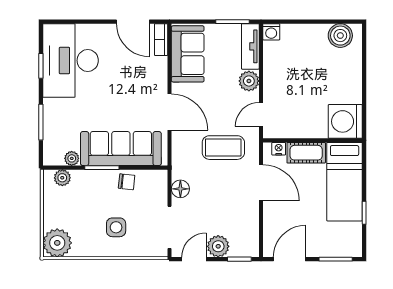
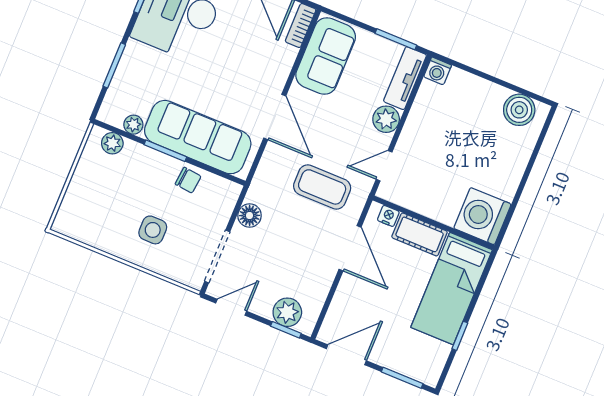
plant: (57, 243) -> (74, 219), removed
plant: (218, 246) -> (287, 312), moved

